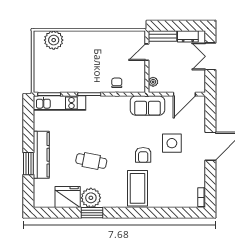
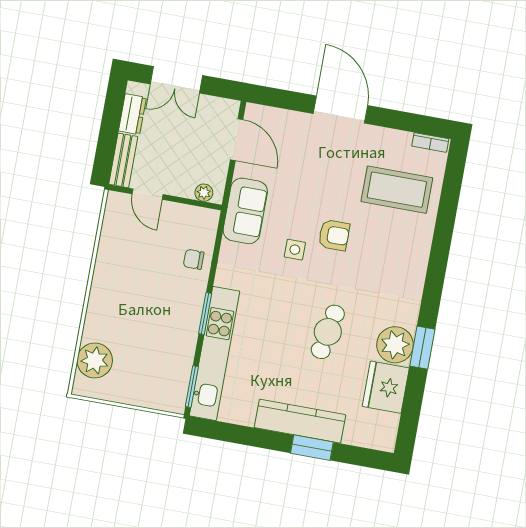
kitchen unit: (59, 103) -> (215, 353), width x1.36
side table: (172, 143) -> (295, 250), moved, width x0.54, depth x0.54
coffee table: (137, 188) -> (397, 190), moved

